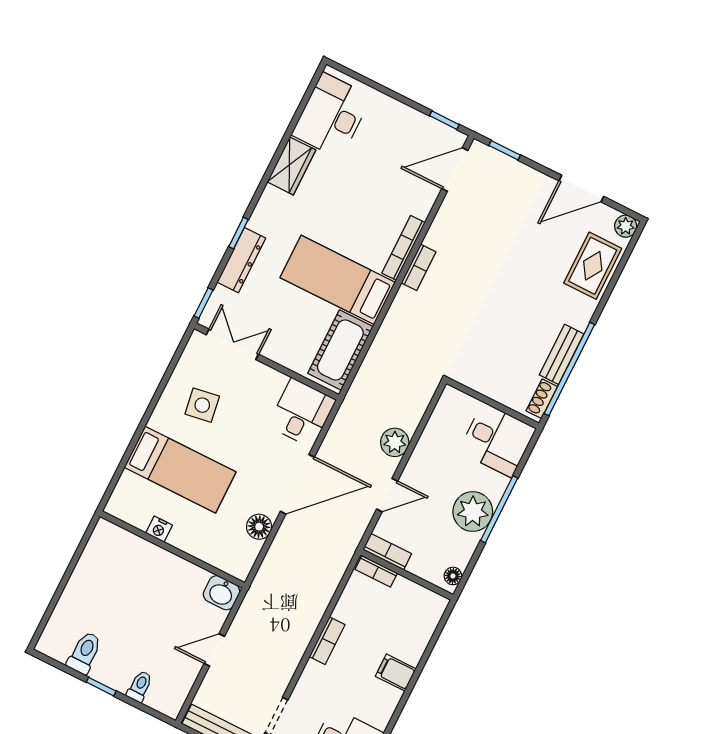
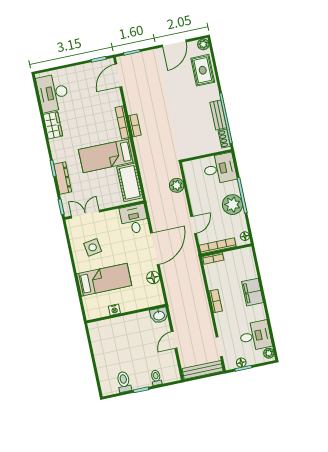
plant: (395, 442) -> (177, 185), moved
bookcase: (387, 552) -> (218, 246), width x1.56
filing cabinet: (396, 673) -> (253, 292), width x2.00

